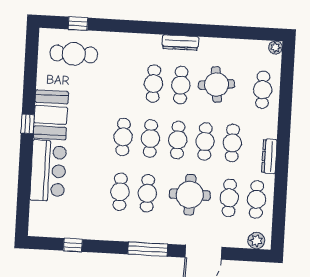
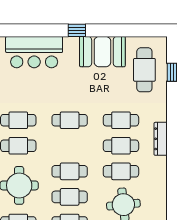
dresser: (180, 43) -> (161, 139), moved
booth: (51, 115) -> (102, 52), moved
cafe table: (150, 138) -> (121, 120), moved

